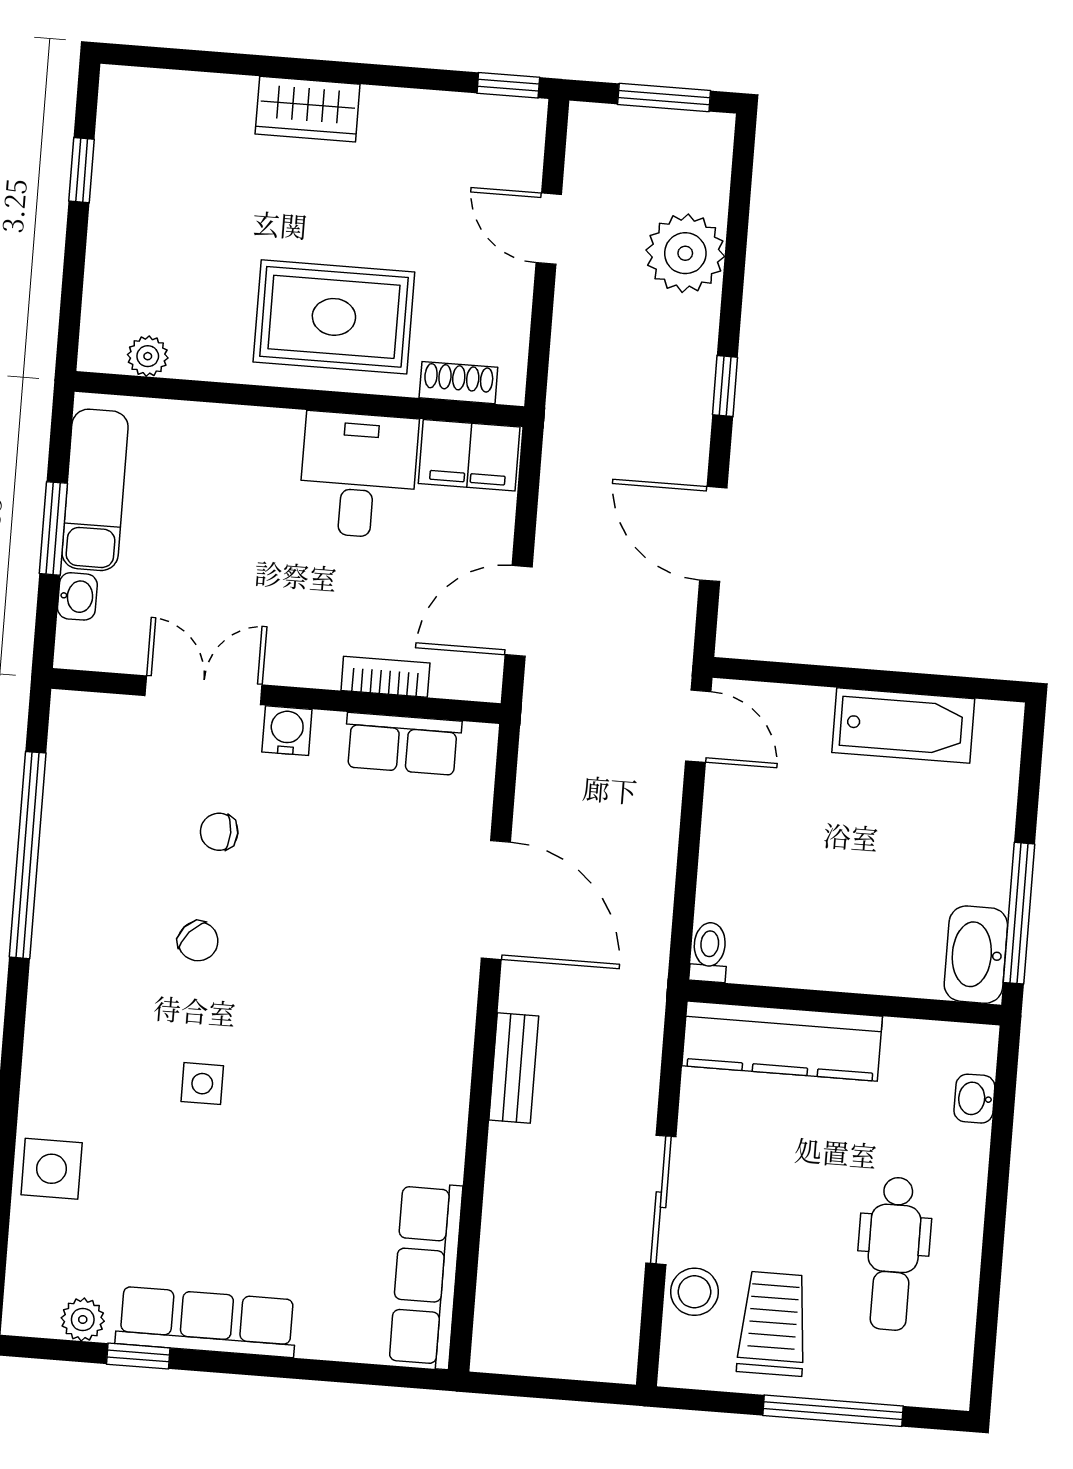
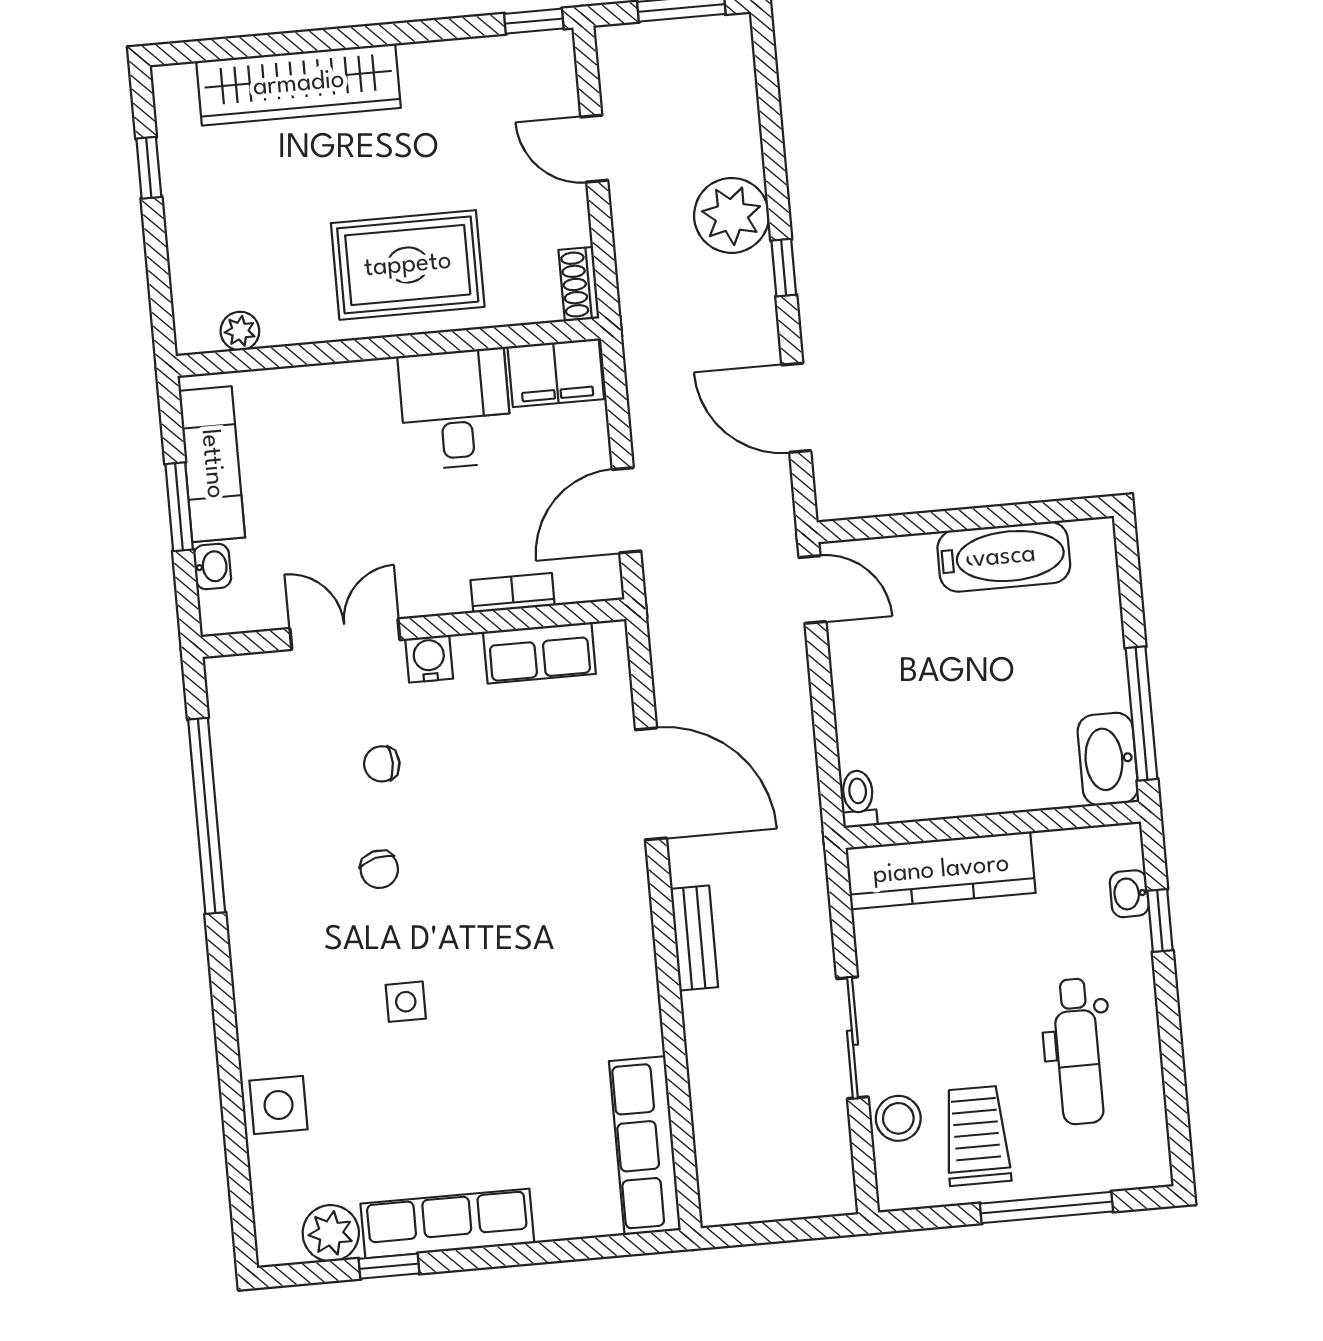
wardrobe: (308, 109) -> (299, 84), width x2.10, depth x1.17
plant: (685, 253) -> (732, 215), moved
shoe rack: (458, 383) -> (579, 284), moved, turned -90
chair: (198, 941) -> (379, 869), turned 34
window: (1002, 1132) -> (1160, 920), added
plant: (83, 1320) -> (331, 1233), width x1.38, depth x1.38

